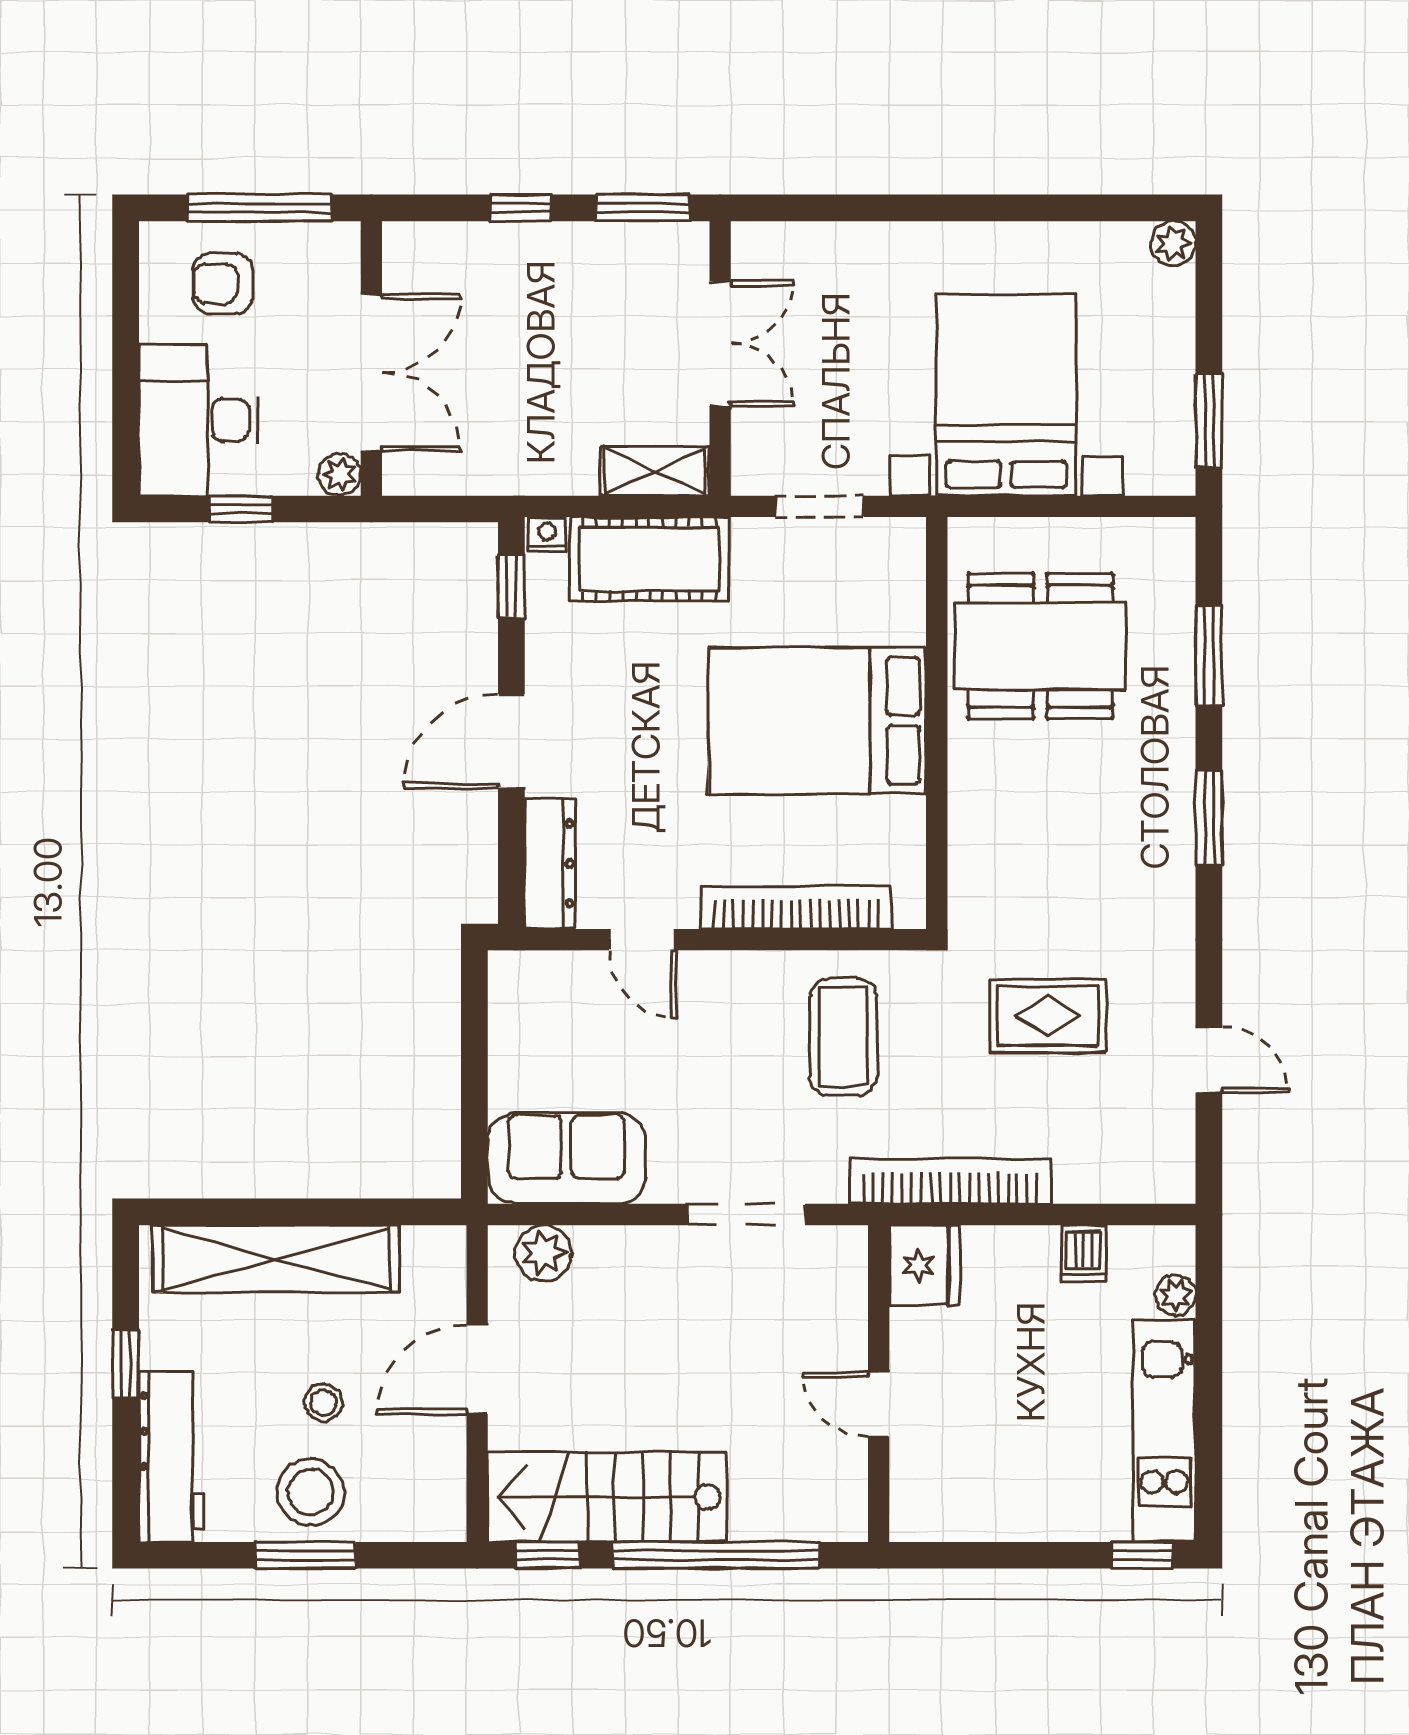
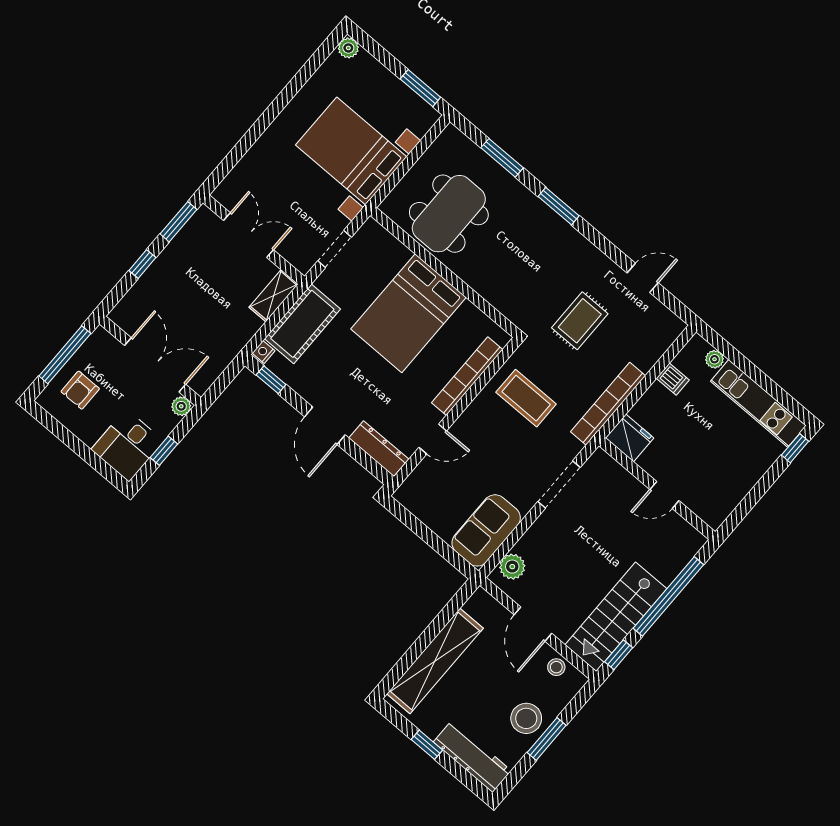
desk: (198, 420) -> (127, 445), width x0.73
stool: (323, 1403) -> (556, 667), moved

